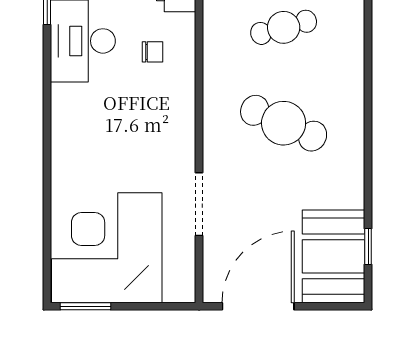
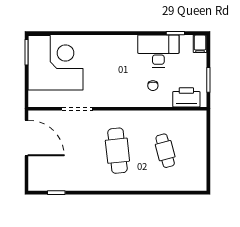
cafe table: (284, 123) -> (117, 151), turned -30
booth: (333, 256) -> (51, 175), removed

